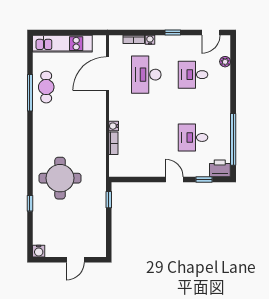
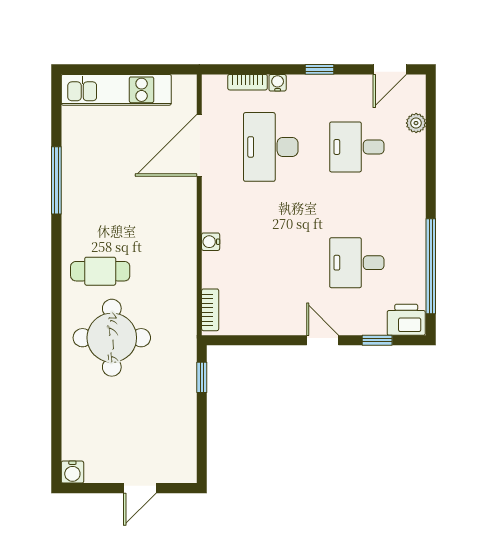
cafe table: (46, 87) -> (100, 271), moved, turned 90
bookcase: (113, 143) -> (210, 310), moved
window: (30, 203) -> (56, 384), removed

